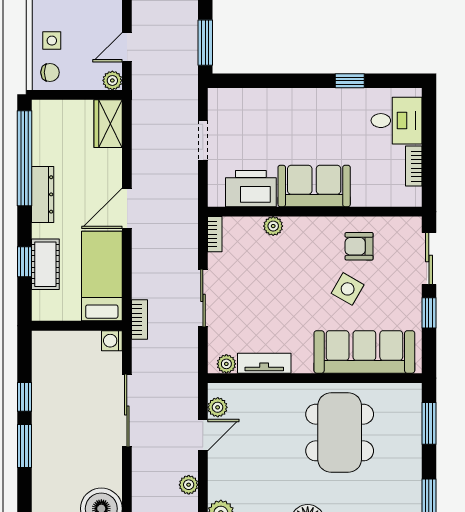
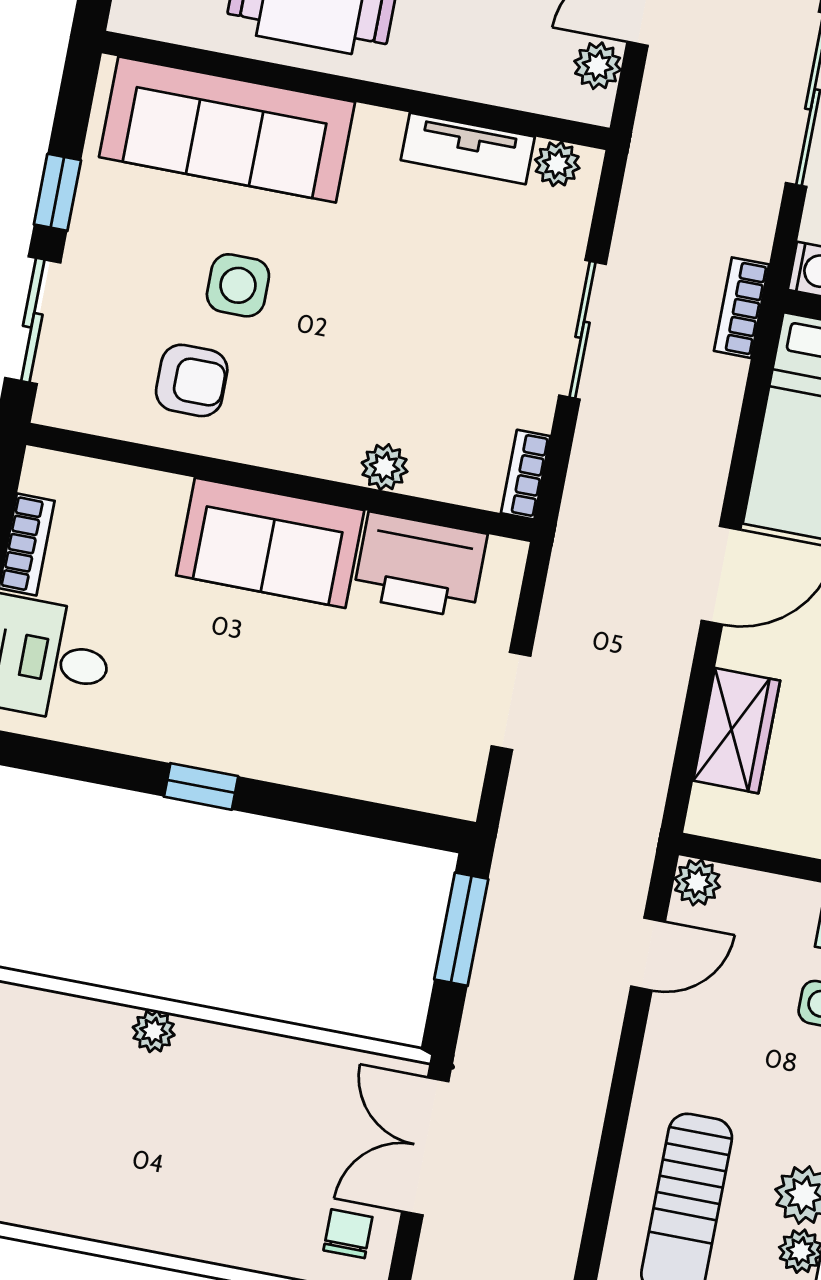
window: (350, 81) -> (201, 786), moved
wardrobe: (108, 124) -> (737, 731), moved
side table: (348, 289) -> (238, 285), turned -30

